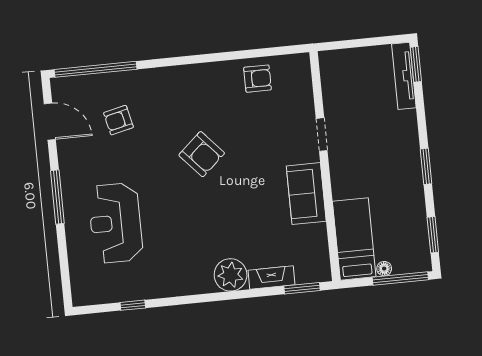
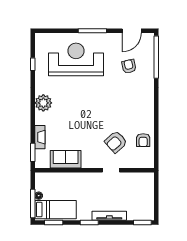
tv unit: (404, 76) -> (109, 216), moved
armchair: (202, 154) -> (116, 142), moved
sofa: (306, 194) -> (66, 159), moved
reception desk: (115, 223) -> (76, 59), width x1.36, depth x1.30
bed: (354, 239) -> (56, 210), moved
plant: (231, 275) -> (43, 103), moved

